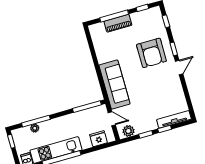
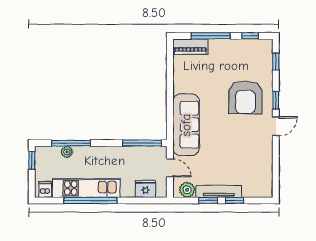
piano: (118, 23) -> (190, 47), moved
tv unit: (174, 119) -> (219, 191), moved

